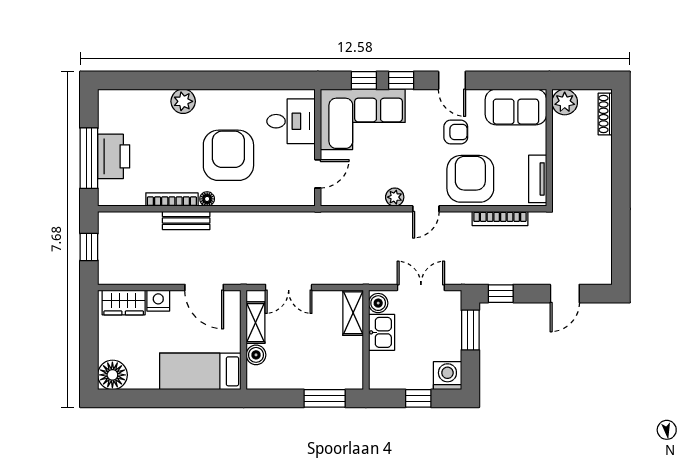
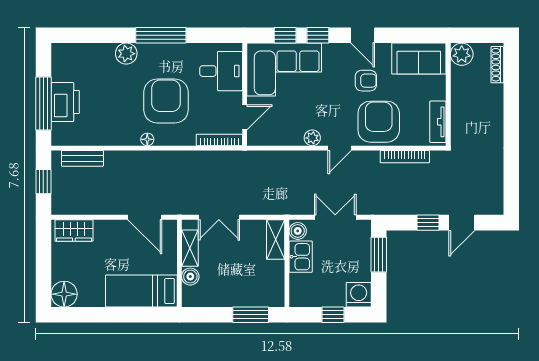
window: (223, 80) -> (161, 35), added
bookcase: (172, 200) -> (219, 140), moved
bench: (186, 221) -> (82, 158), moved
window: (501, 294) -> (428, 223), moved
nightstand: (158, 301) -> (104, 229), removed

